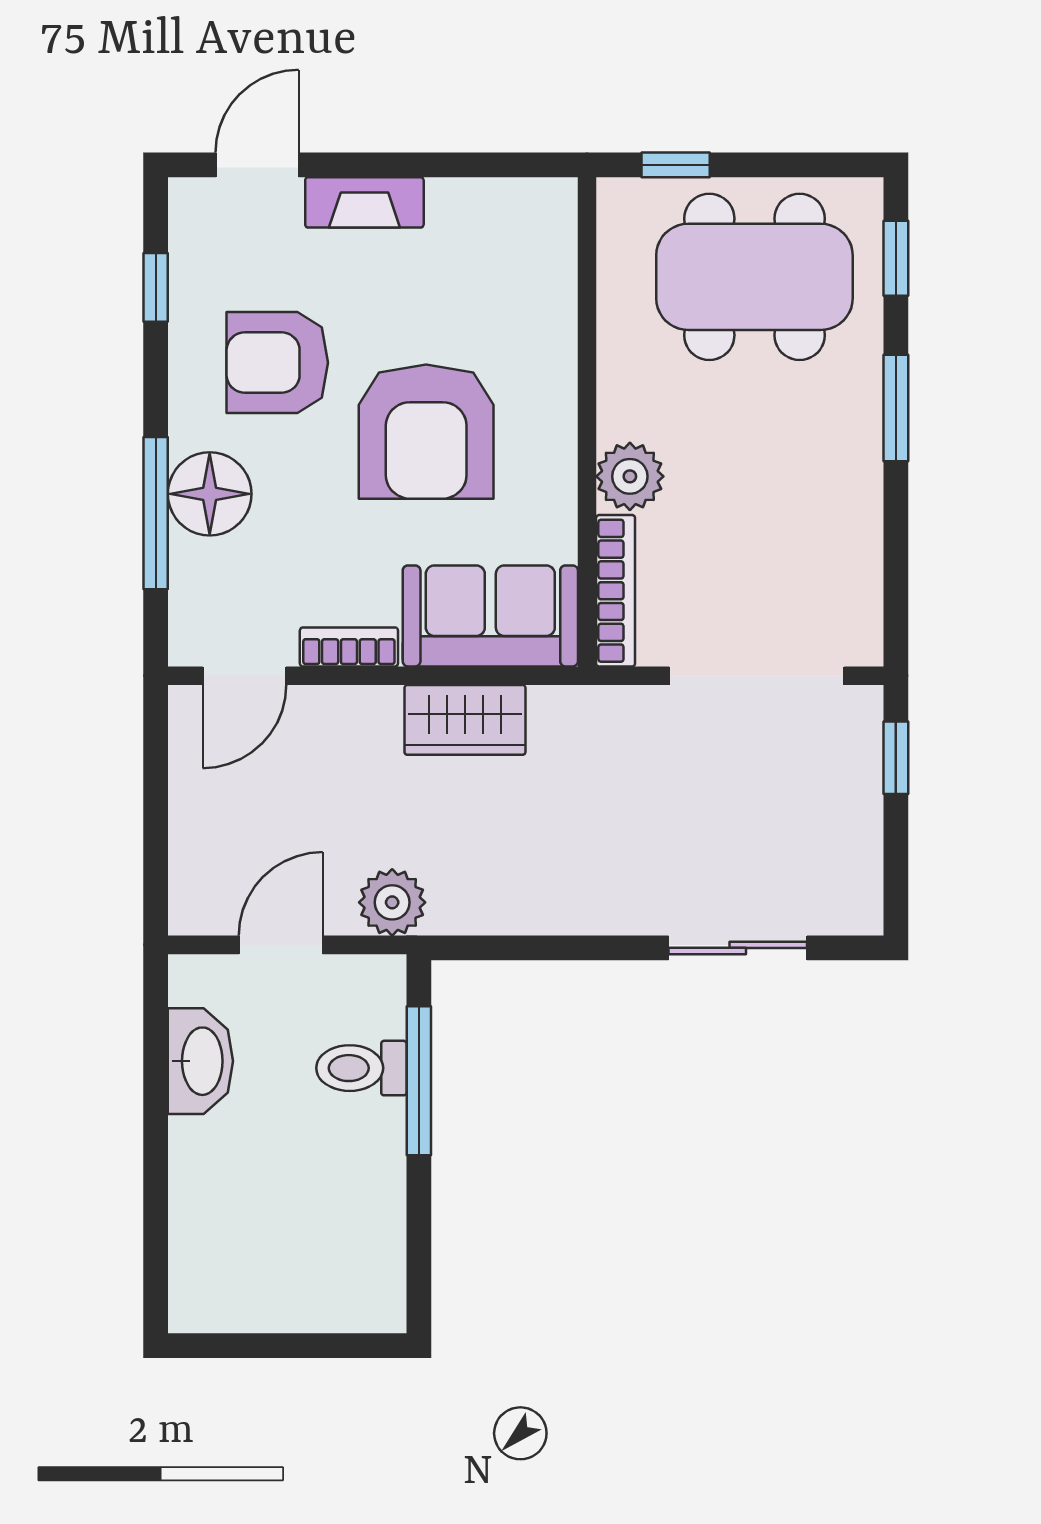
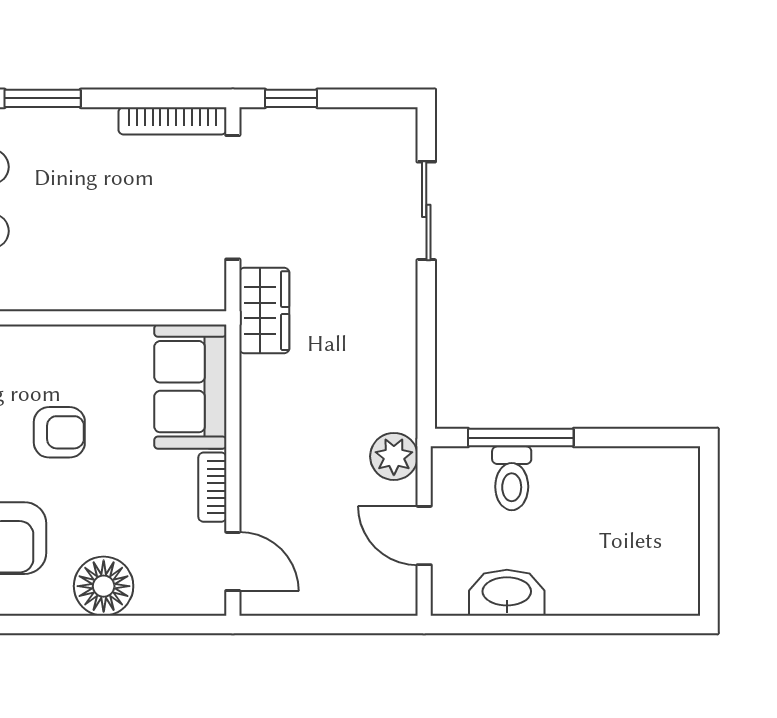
armchair: (426, 432) -> (59, 432), width x0.53, depth x0.53
plant: (630, 476) -> (91, 287), removed
window: (156, 513) -> (117, 624), removed
bookcase: (616, 591) -> (172, 121), moved, turned 180
wardrobe: (465, 720) -> (264, 311), moved

